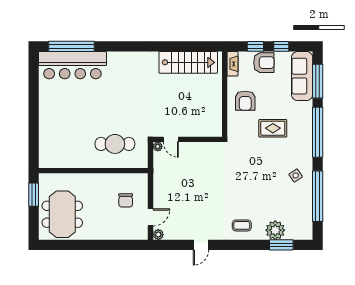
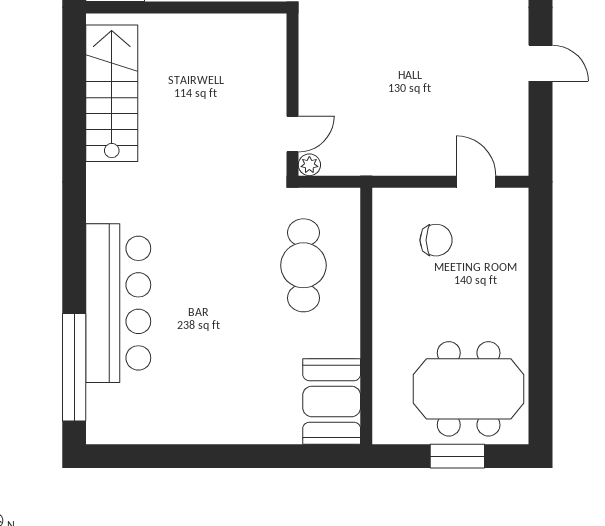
bar counter: (72, 65) -> (118, 303), moved
booth: (57, 156) -> (332, 401), added
window: (34, 195) -> (457, 456), moved
plant: (158, 235) -> (516, 163), removed

